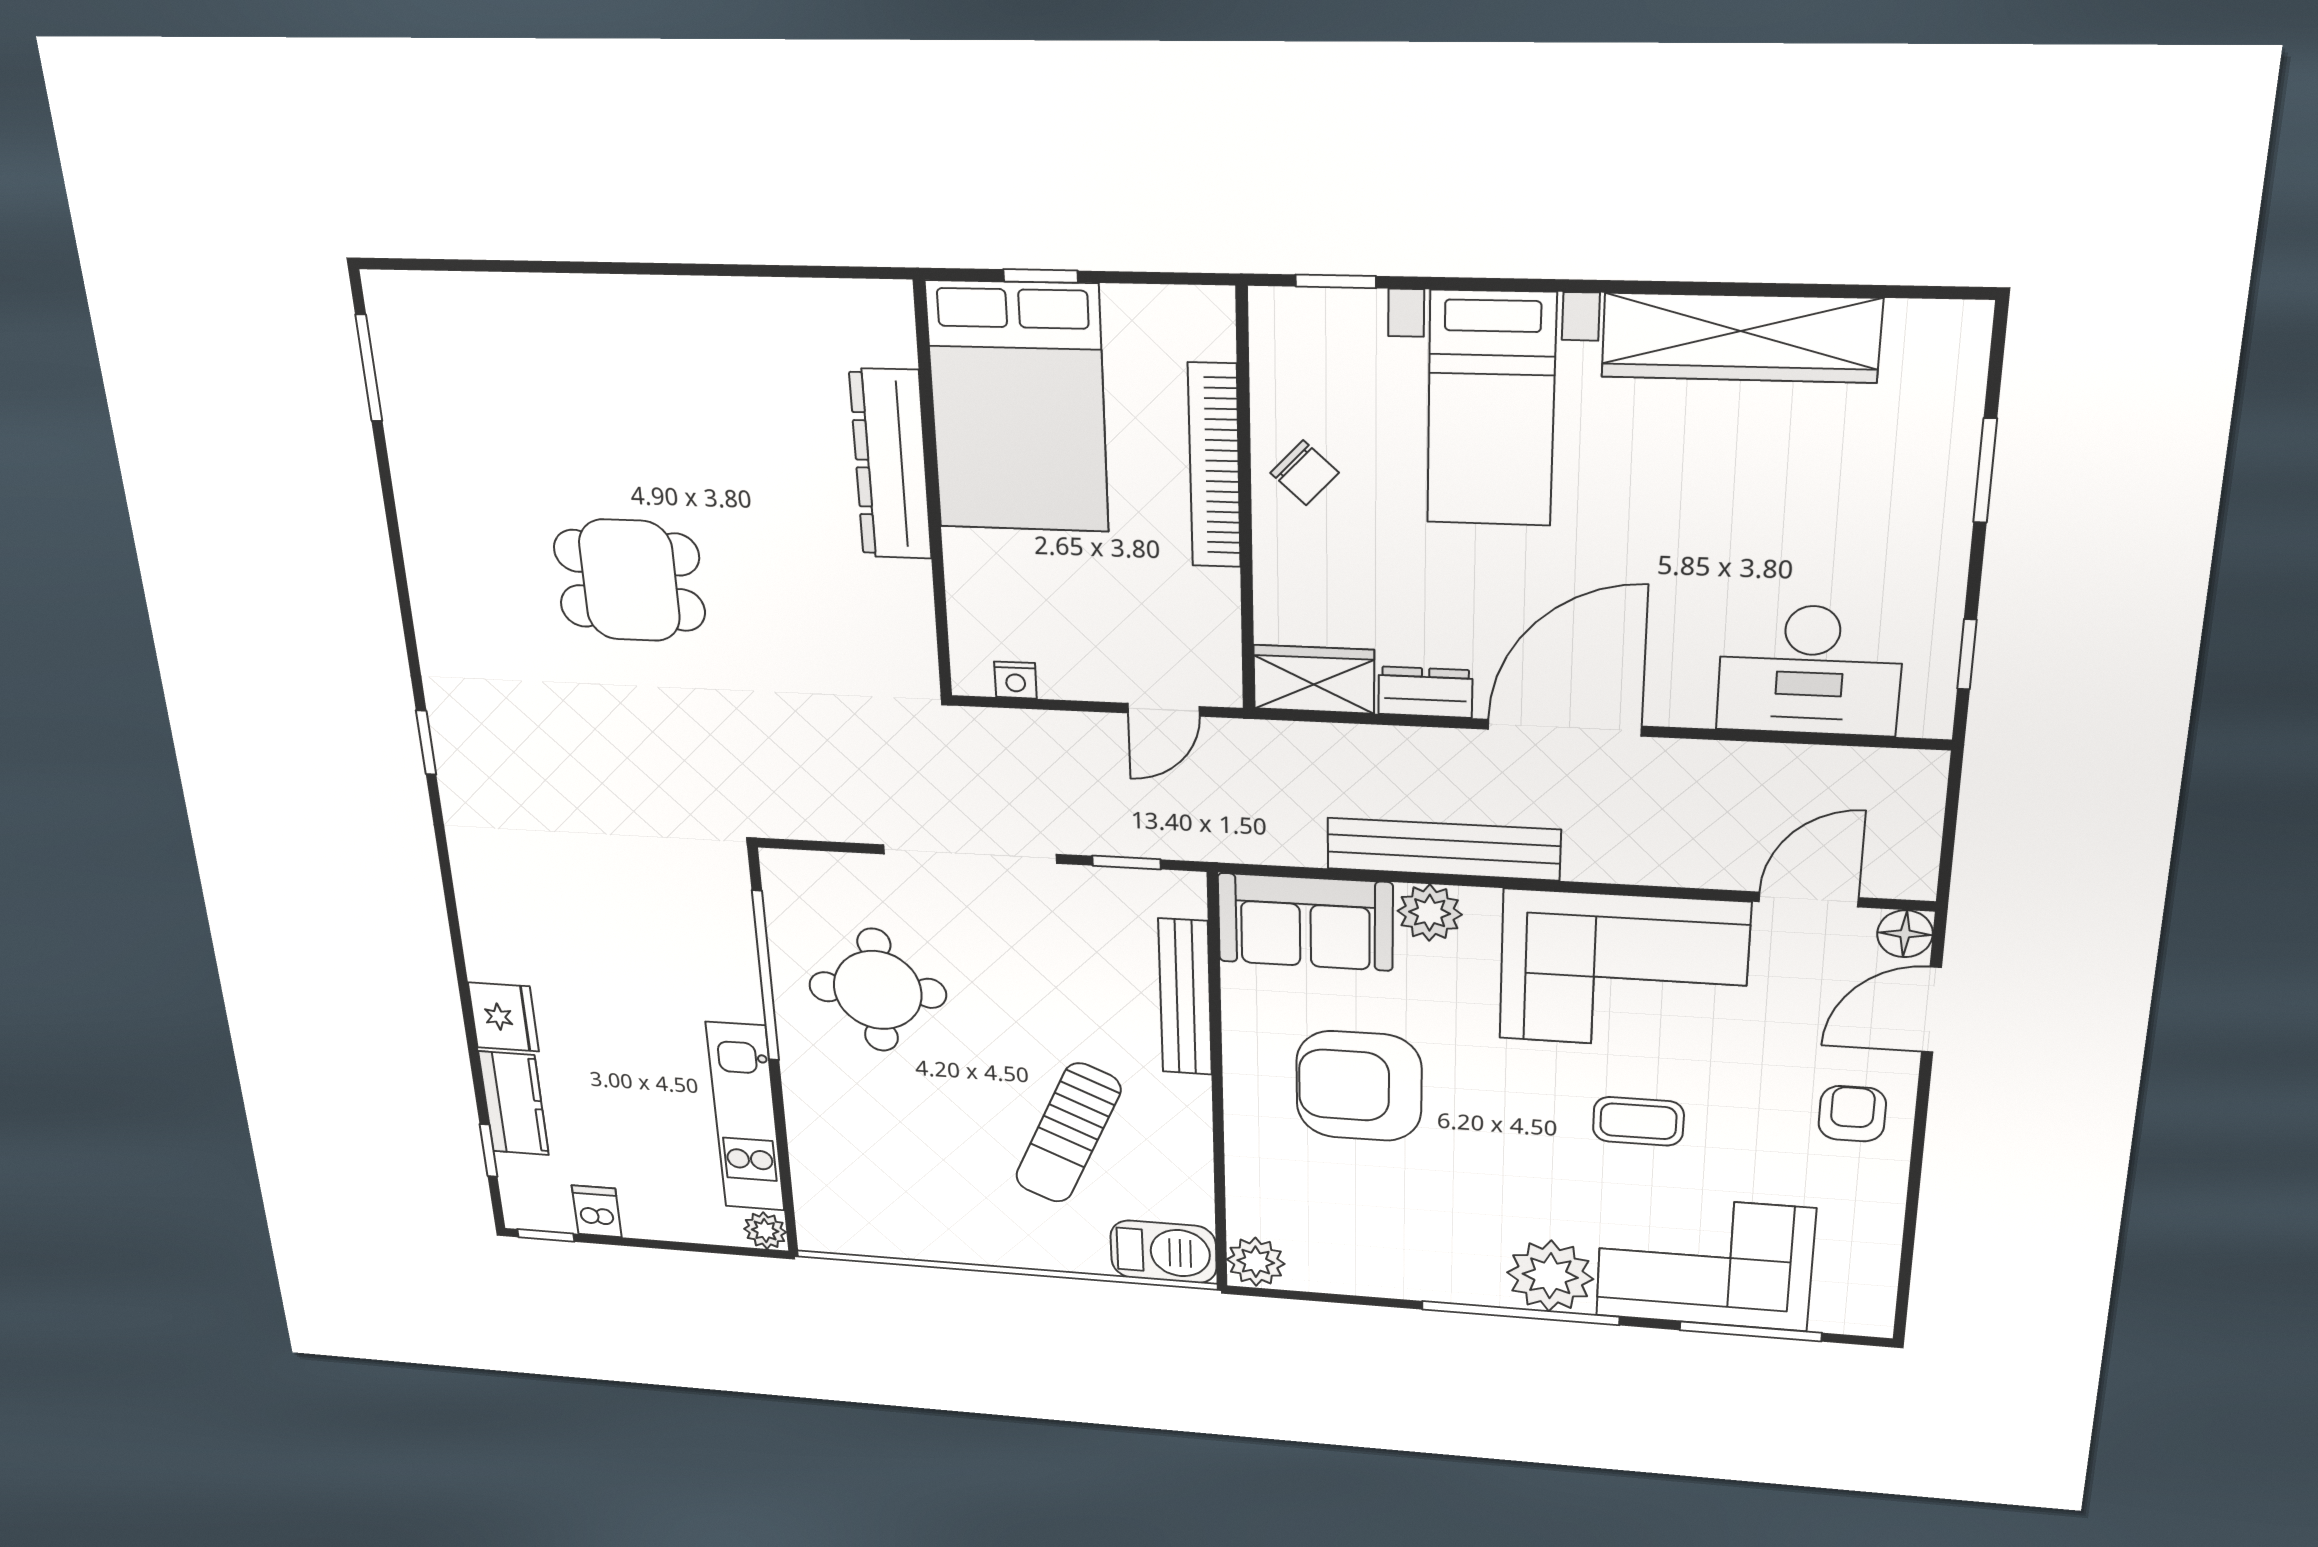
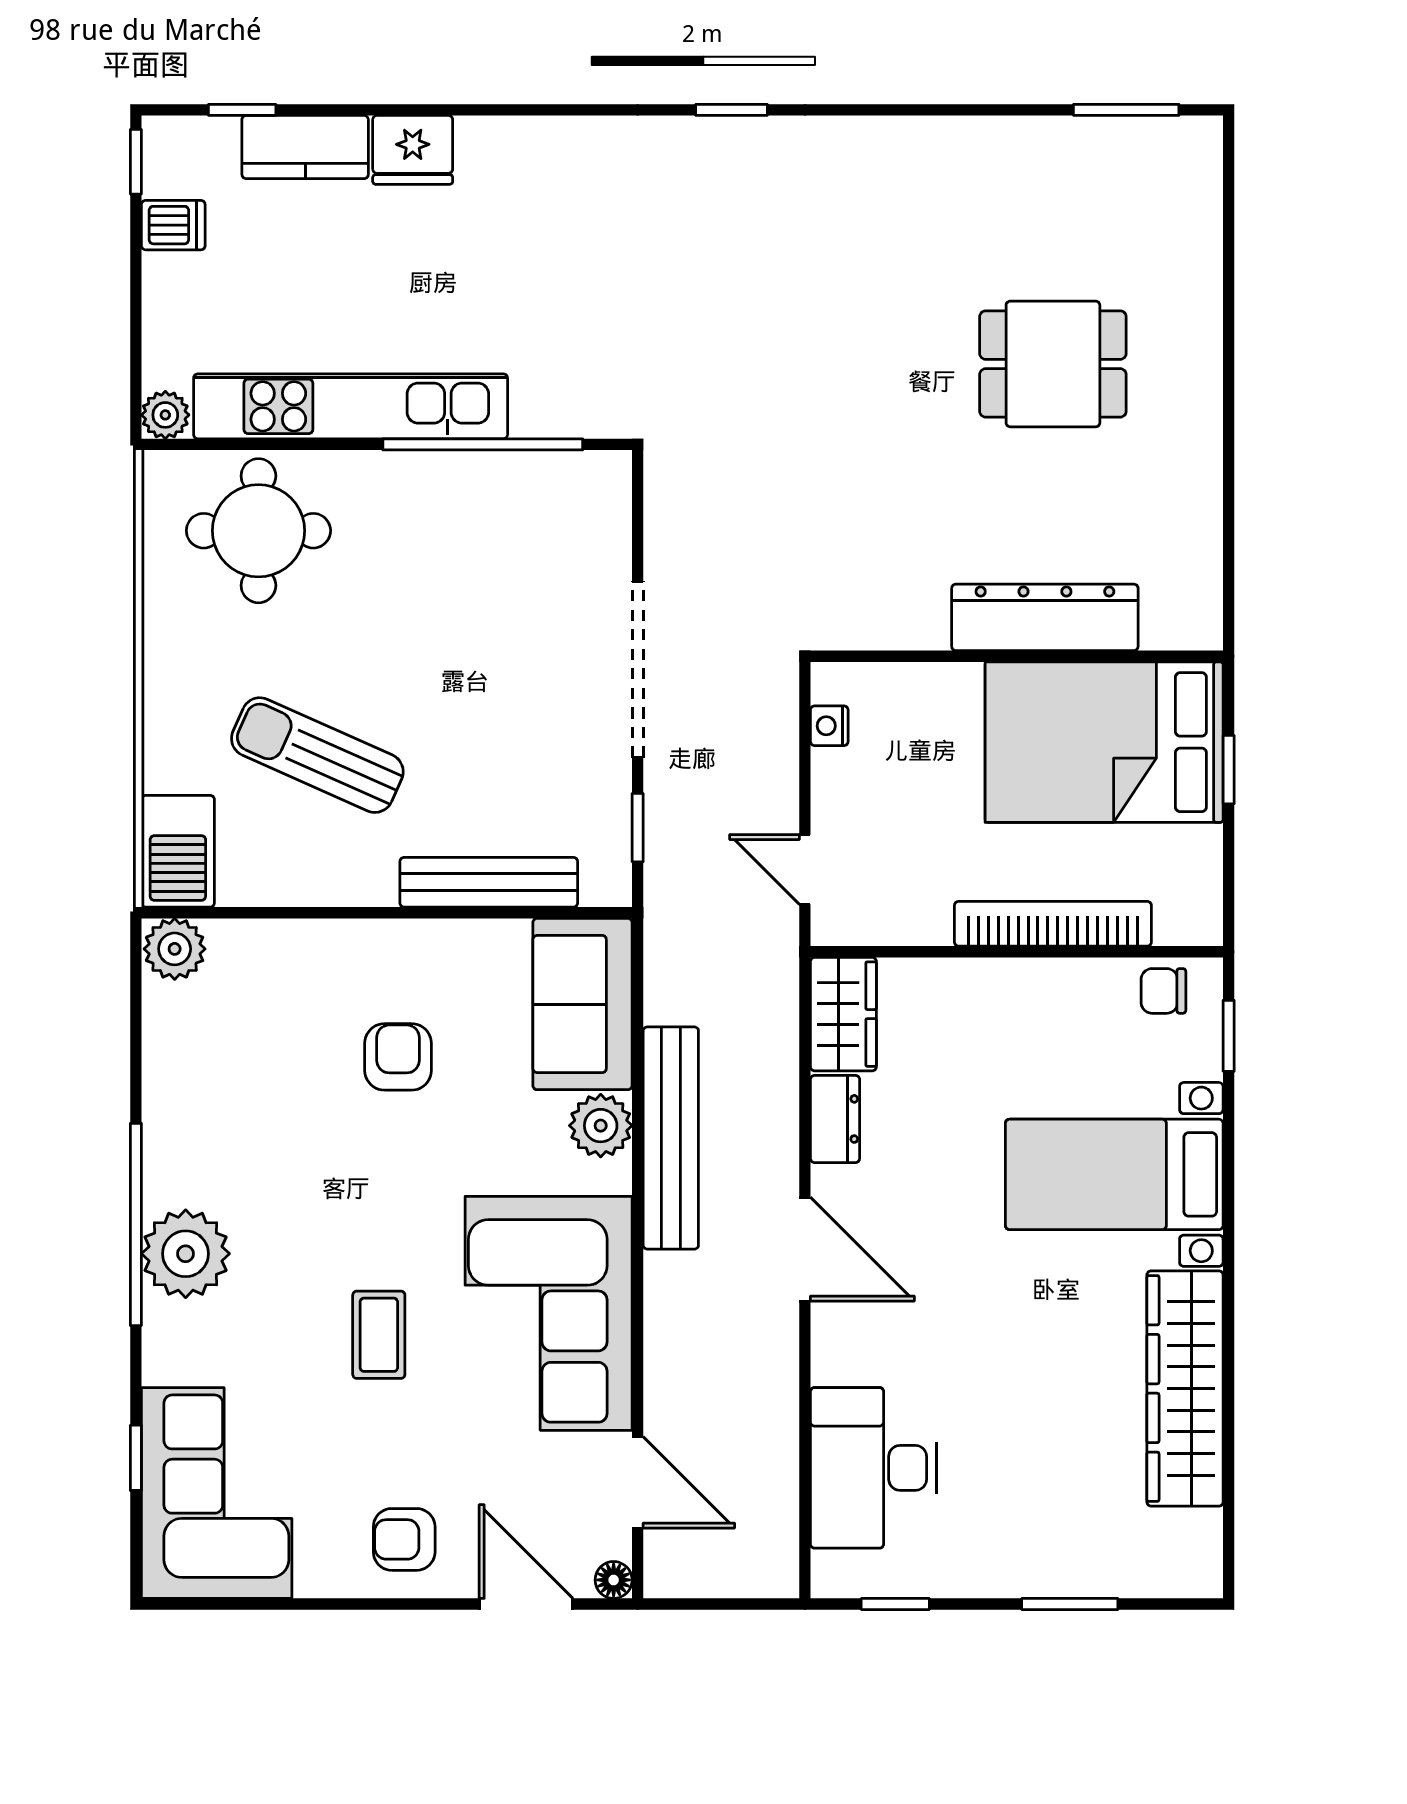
chair: (1305, 473) -> (1163, 991), moved, turned 47
dining table: (630, 580) -> (1053, 364), moved, turned 90
door: (1565, 728) -> (805, 1249), width x0.73
floor lamp: (1905, 934) -> (614, 1580), width x0.73, depth x0.73
round table: (878, 990) -> (258, 531), moved
armchair: (1359, 1086) -> (398, 1057), width x0.53, depth x0.53
armchair: (1852, 1114) -> (404, 1539), turned 180
kitchen unit: (745, 1117) -> (351, 406), width x1.36
corner sofa: (1705, 1262) -> (217, 1493), moved
window: (1751, 1332) -> (136, 1458), width x0.46

